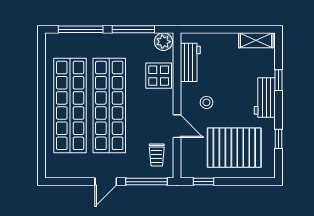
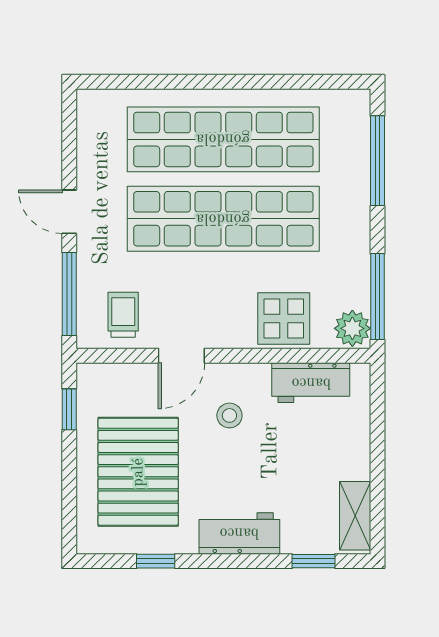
window: (133, 29) -> (377, 297), moved
window: (278, 80) -> (314, 561), moved
trolley: (157, 155) -> (123, 315), turned 90

